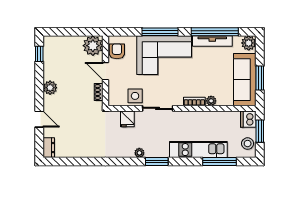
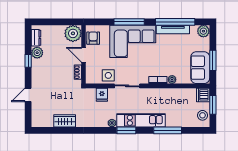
window: (39, 54) -> (28, 61), moved
sofa: (245, 80) -> (200, 68), width x0.73
plant: (50, 88) -> (37, 53), moved
door: (39, 119) -> (28, 95), swing flipped
dresser: (49, 148) -> (36, 38), moved
wardrobe: (83, 150) -> (65, 121), added
kitchen unit: (198, 150) -> (141, 120), moved
window: (220, 162) -> (168, 130), moved

